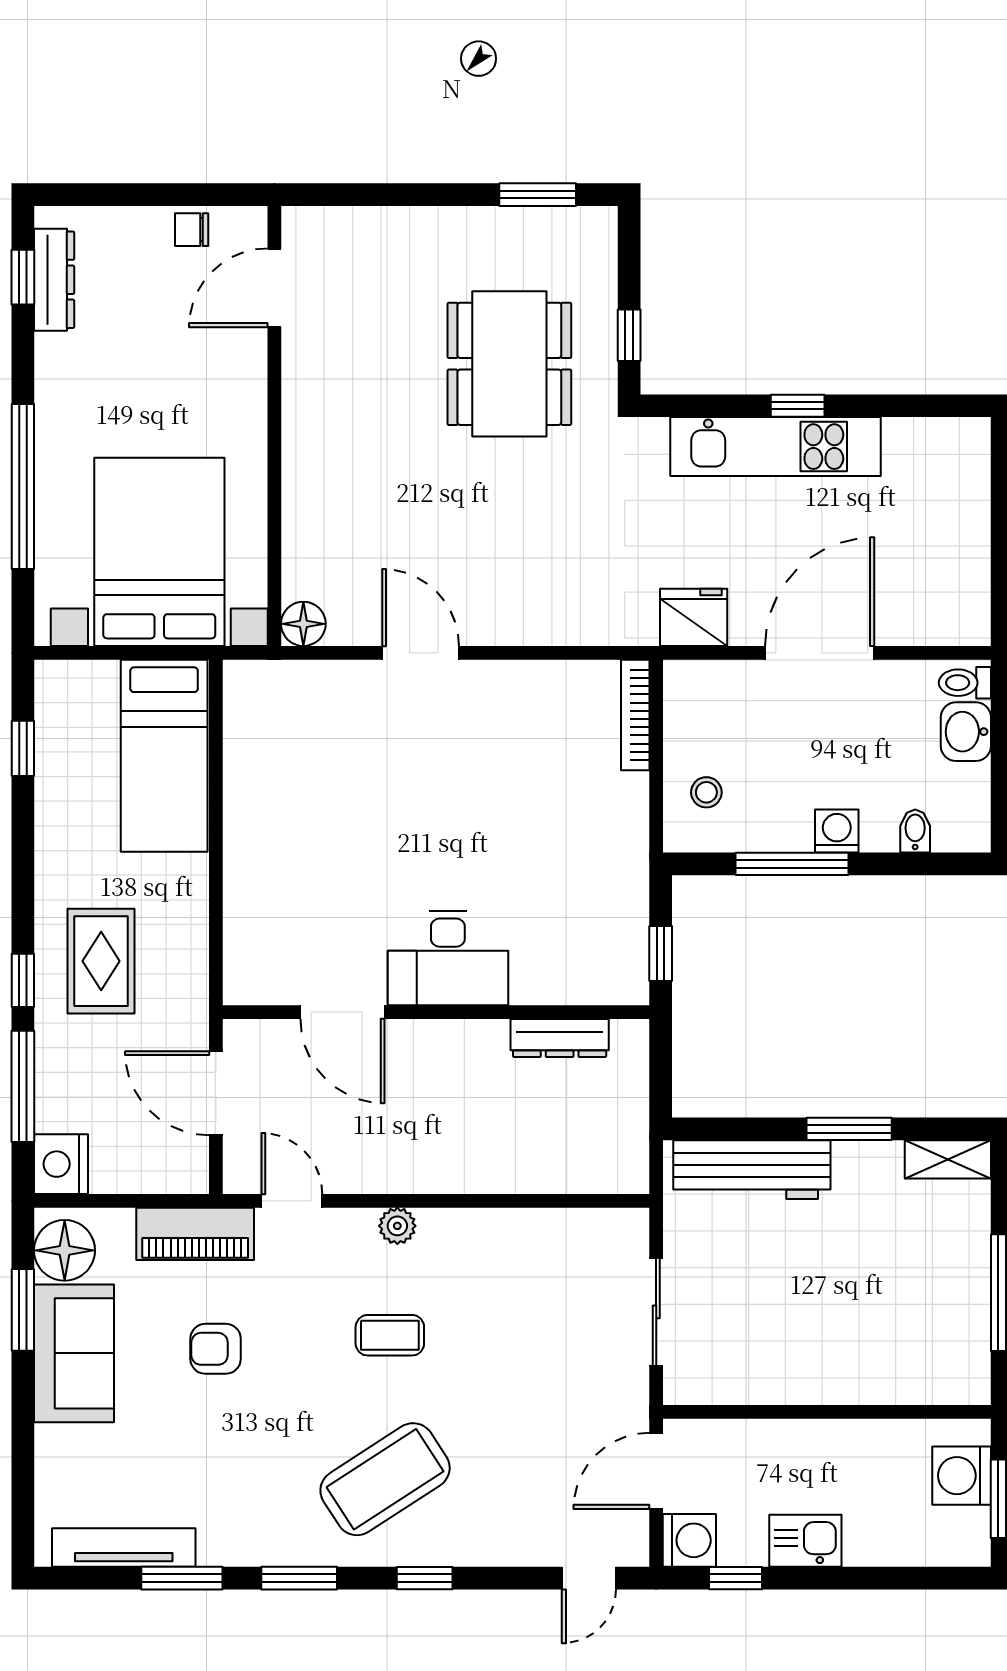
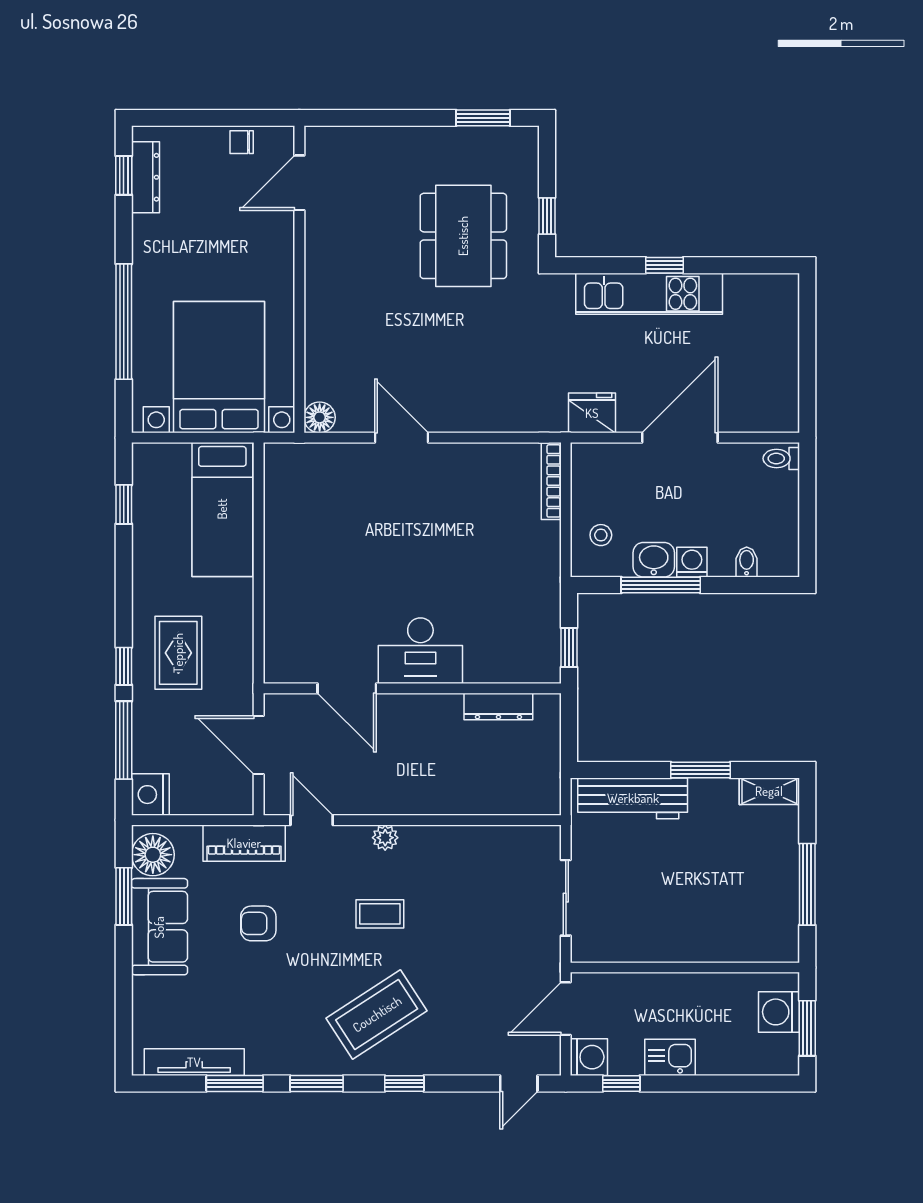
washbasin: (966, 732) -> (654, 560), moved, turned 90

